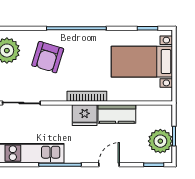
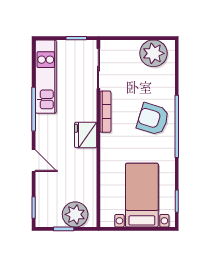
armchair: (48, 57) -> (153, 119), moved
bookcase: (87, 96) -> (105, 112), moved
kitchen counter: (117, 114) -> (87, 169), removed
plant: (160, 141) -> (75, 214), moved

